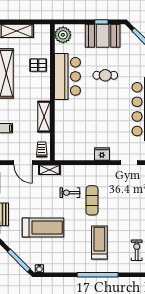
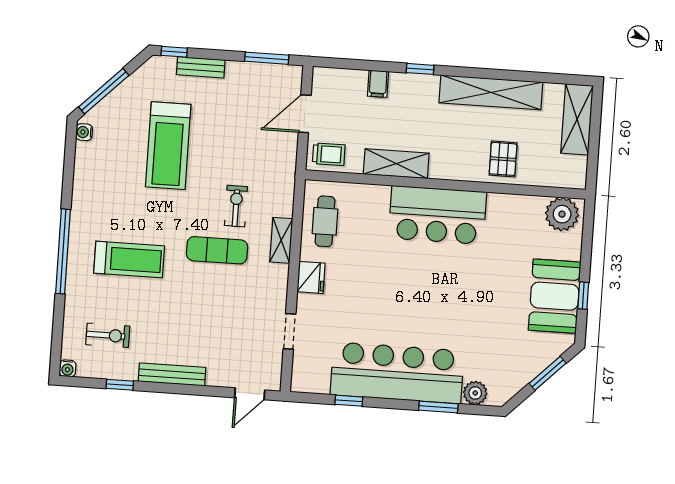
cafe table: (105, 75) -> (325, 221), moved
bar counter: (67, 76) -> (438, 215), moved
shelving: (49, 170) -> (281, 240), moved

